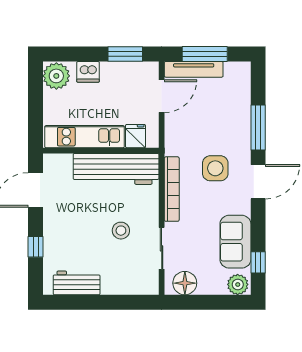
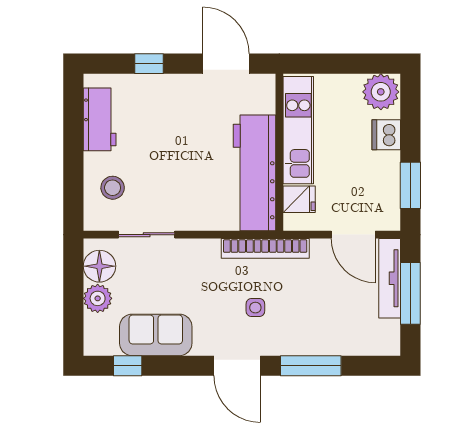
side table: (215, 168) -> (255, 308), width x0.54, depth x0.54
bookcase: (172, 189) -> (265, 248), moved
stool: (121, 231) -> (113, 188), moved
plant: (238, 284) -> (98, 298), moved

